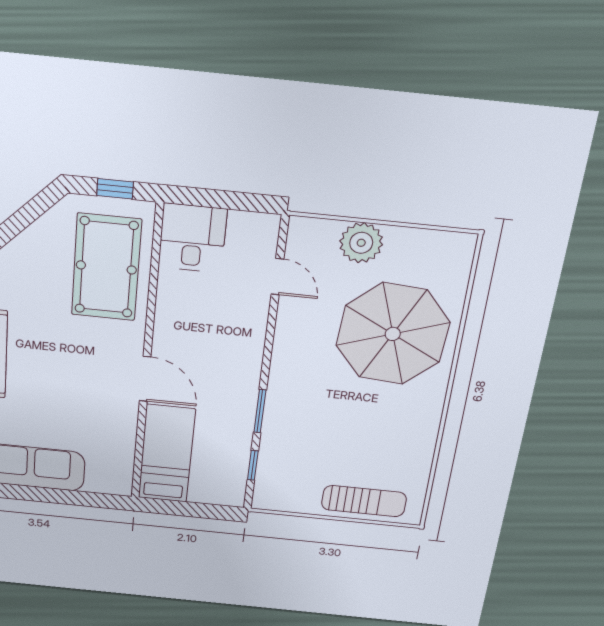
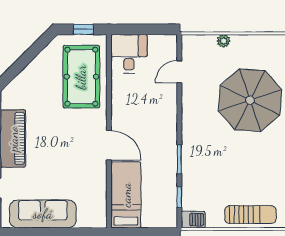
plant: (361, 243) -> (224, 41), width x0.53, depth x0.53
door: (277, 277) -> (179, 72), swing flipped
barbecue: (271, 499) -> (193, 220), added

